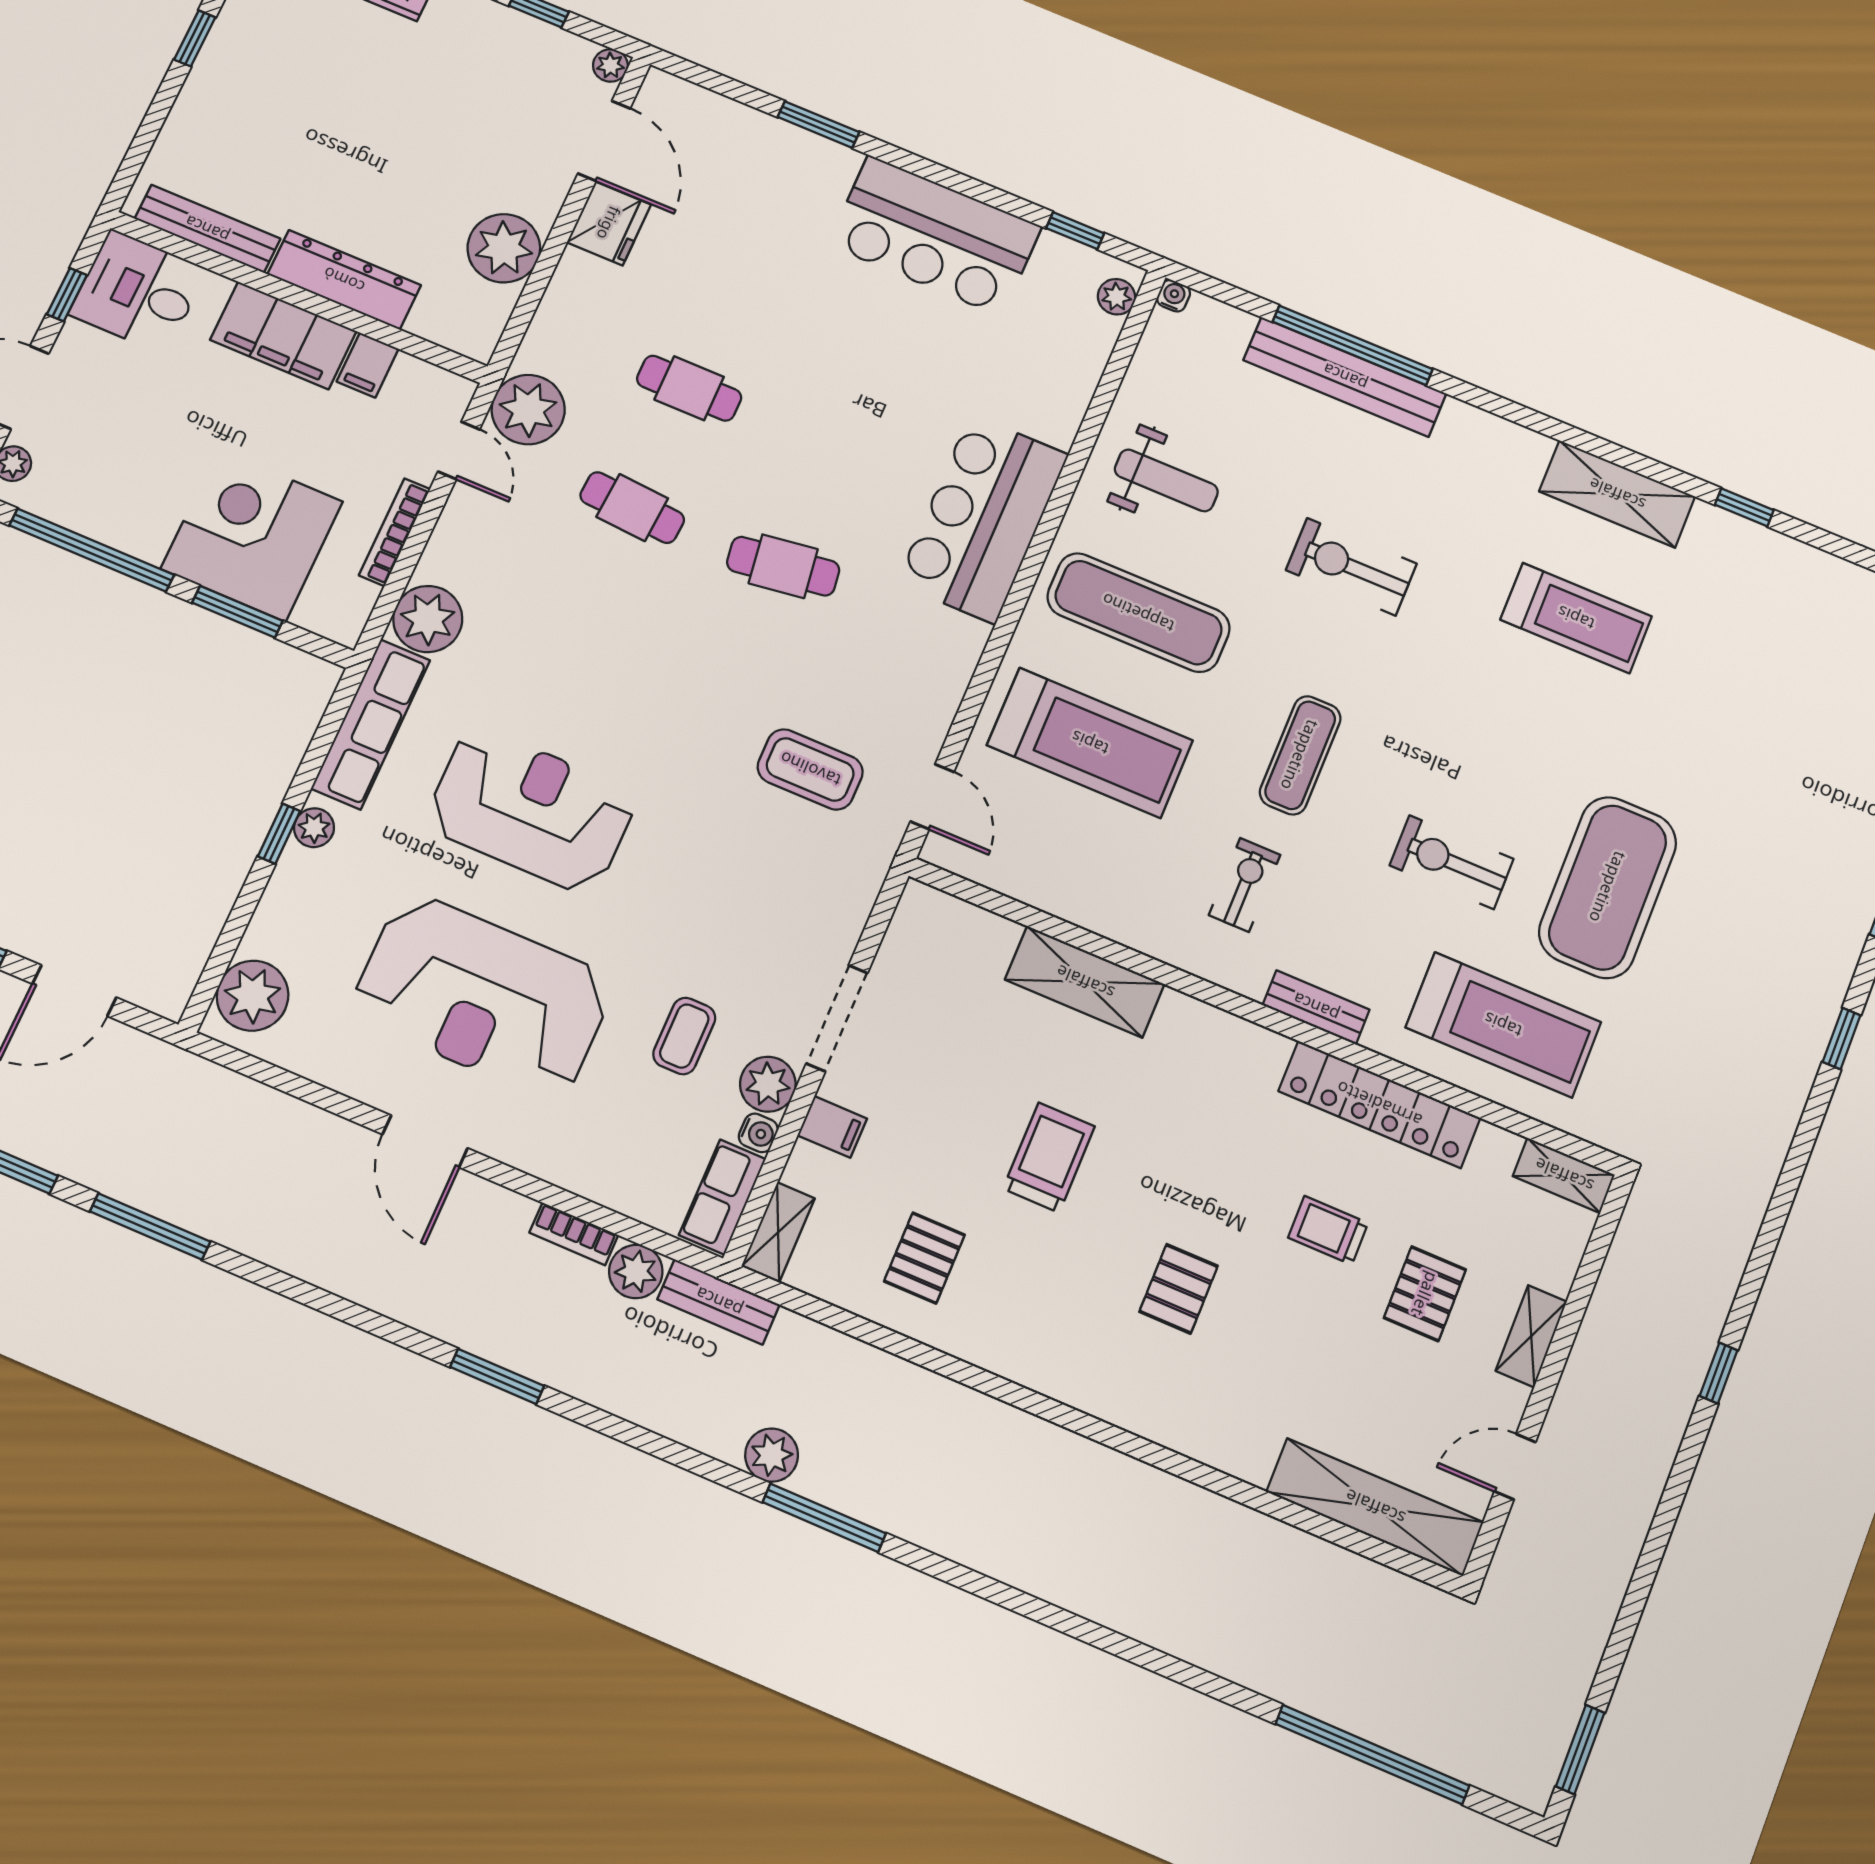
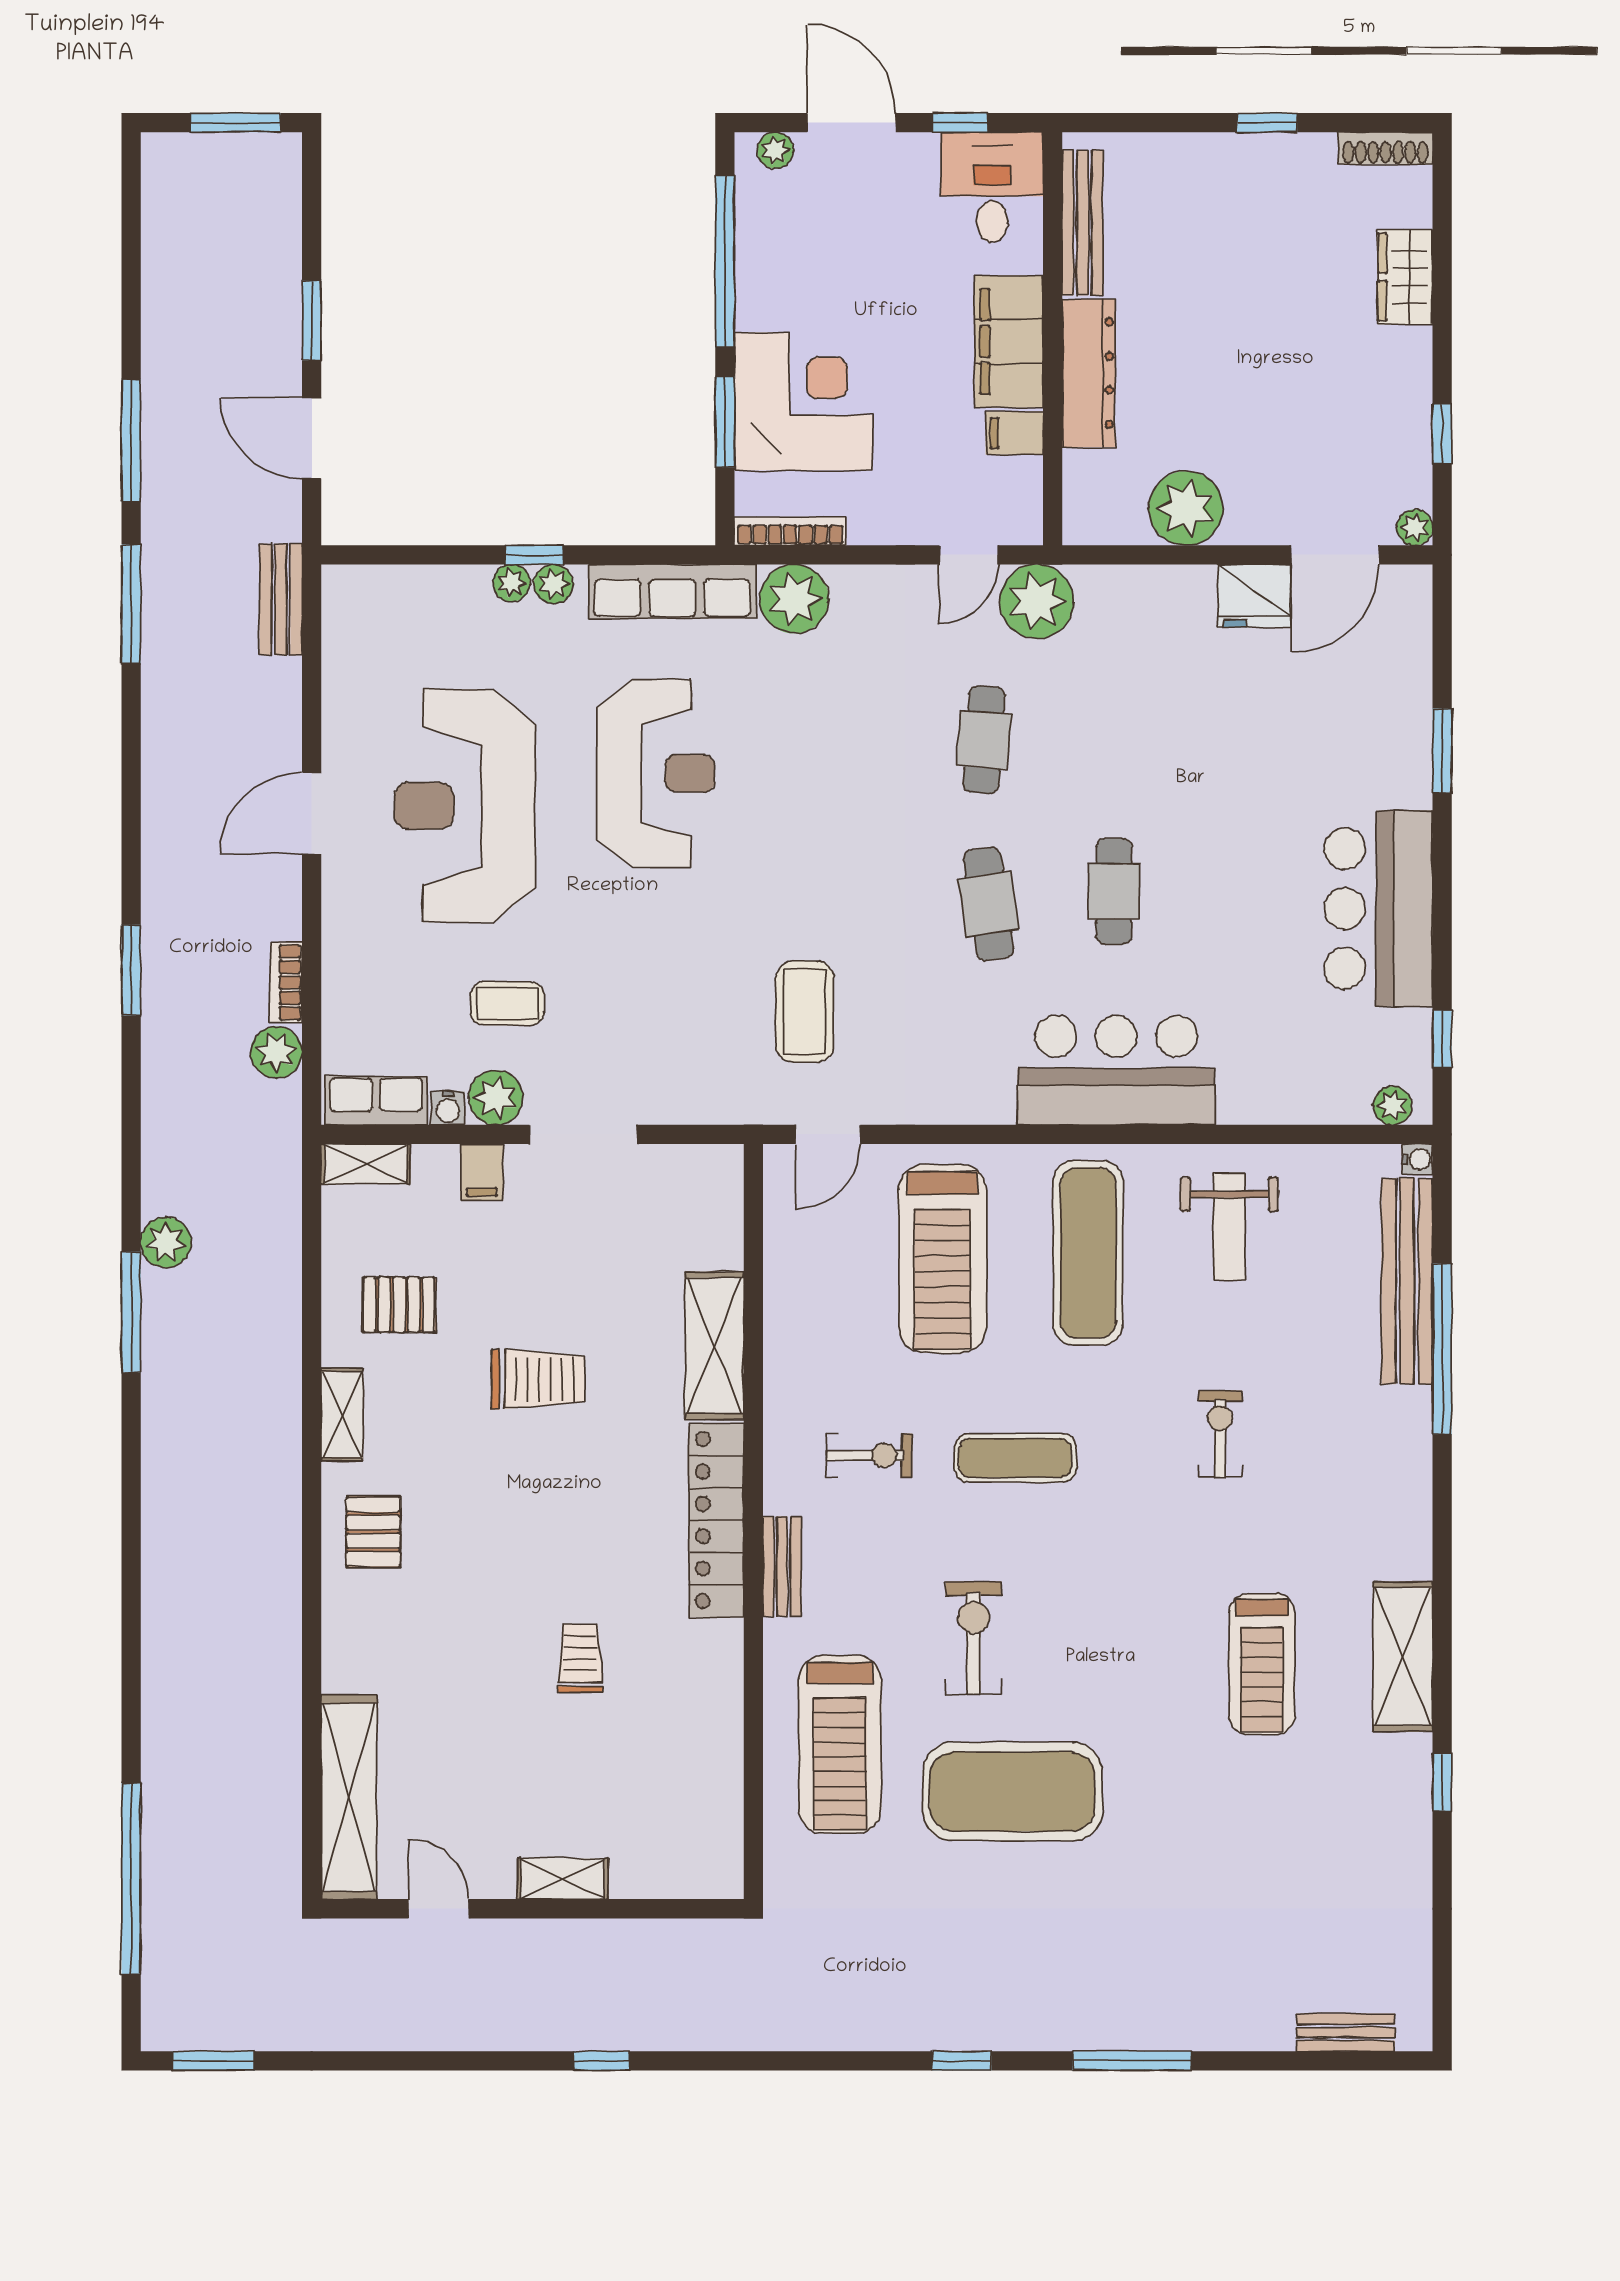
bench: (1345, 377) -> (1407, 1281), moved
cafe table: (689, 388) -> (1114, 891), moved
bookcase: (395, 532) -> (790, 531), moved
exercise bike: (1351, 567) -> (1220, 1434), width x0.73, depth x0.72
plant: (253, 996) -> (512, 583), moved, width x0.53, depth x0.53
locker: (1379, 1104) -> (716, 1520), moved
shelving: (1564, 1175) -> (342, 1414), moved
pallet: (1179, 1289) -> (373, 1532), moved, turned 90
pallet: (1425, 1294) -> (560, 1768), removed
bench: (719, 1302) -> (281, 599), moved

